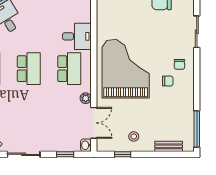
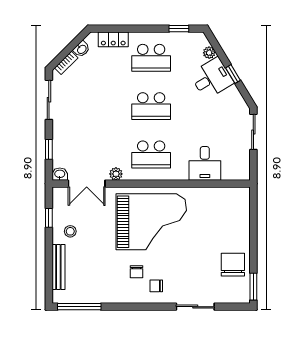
desk: (77, 36) -> (205, 163), moved
bench: (169, 146) -> (58, 267), width x1.36

